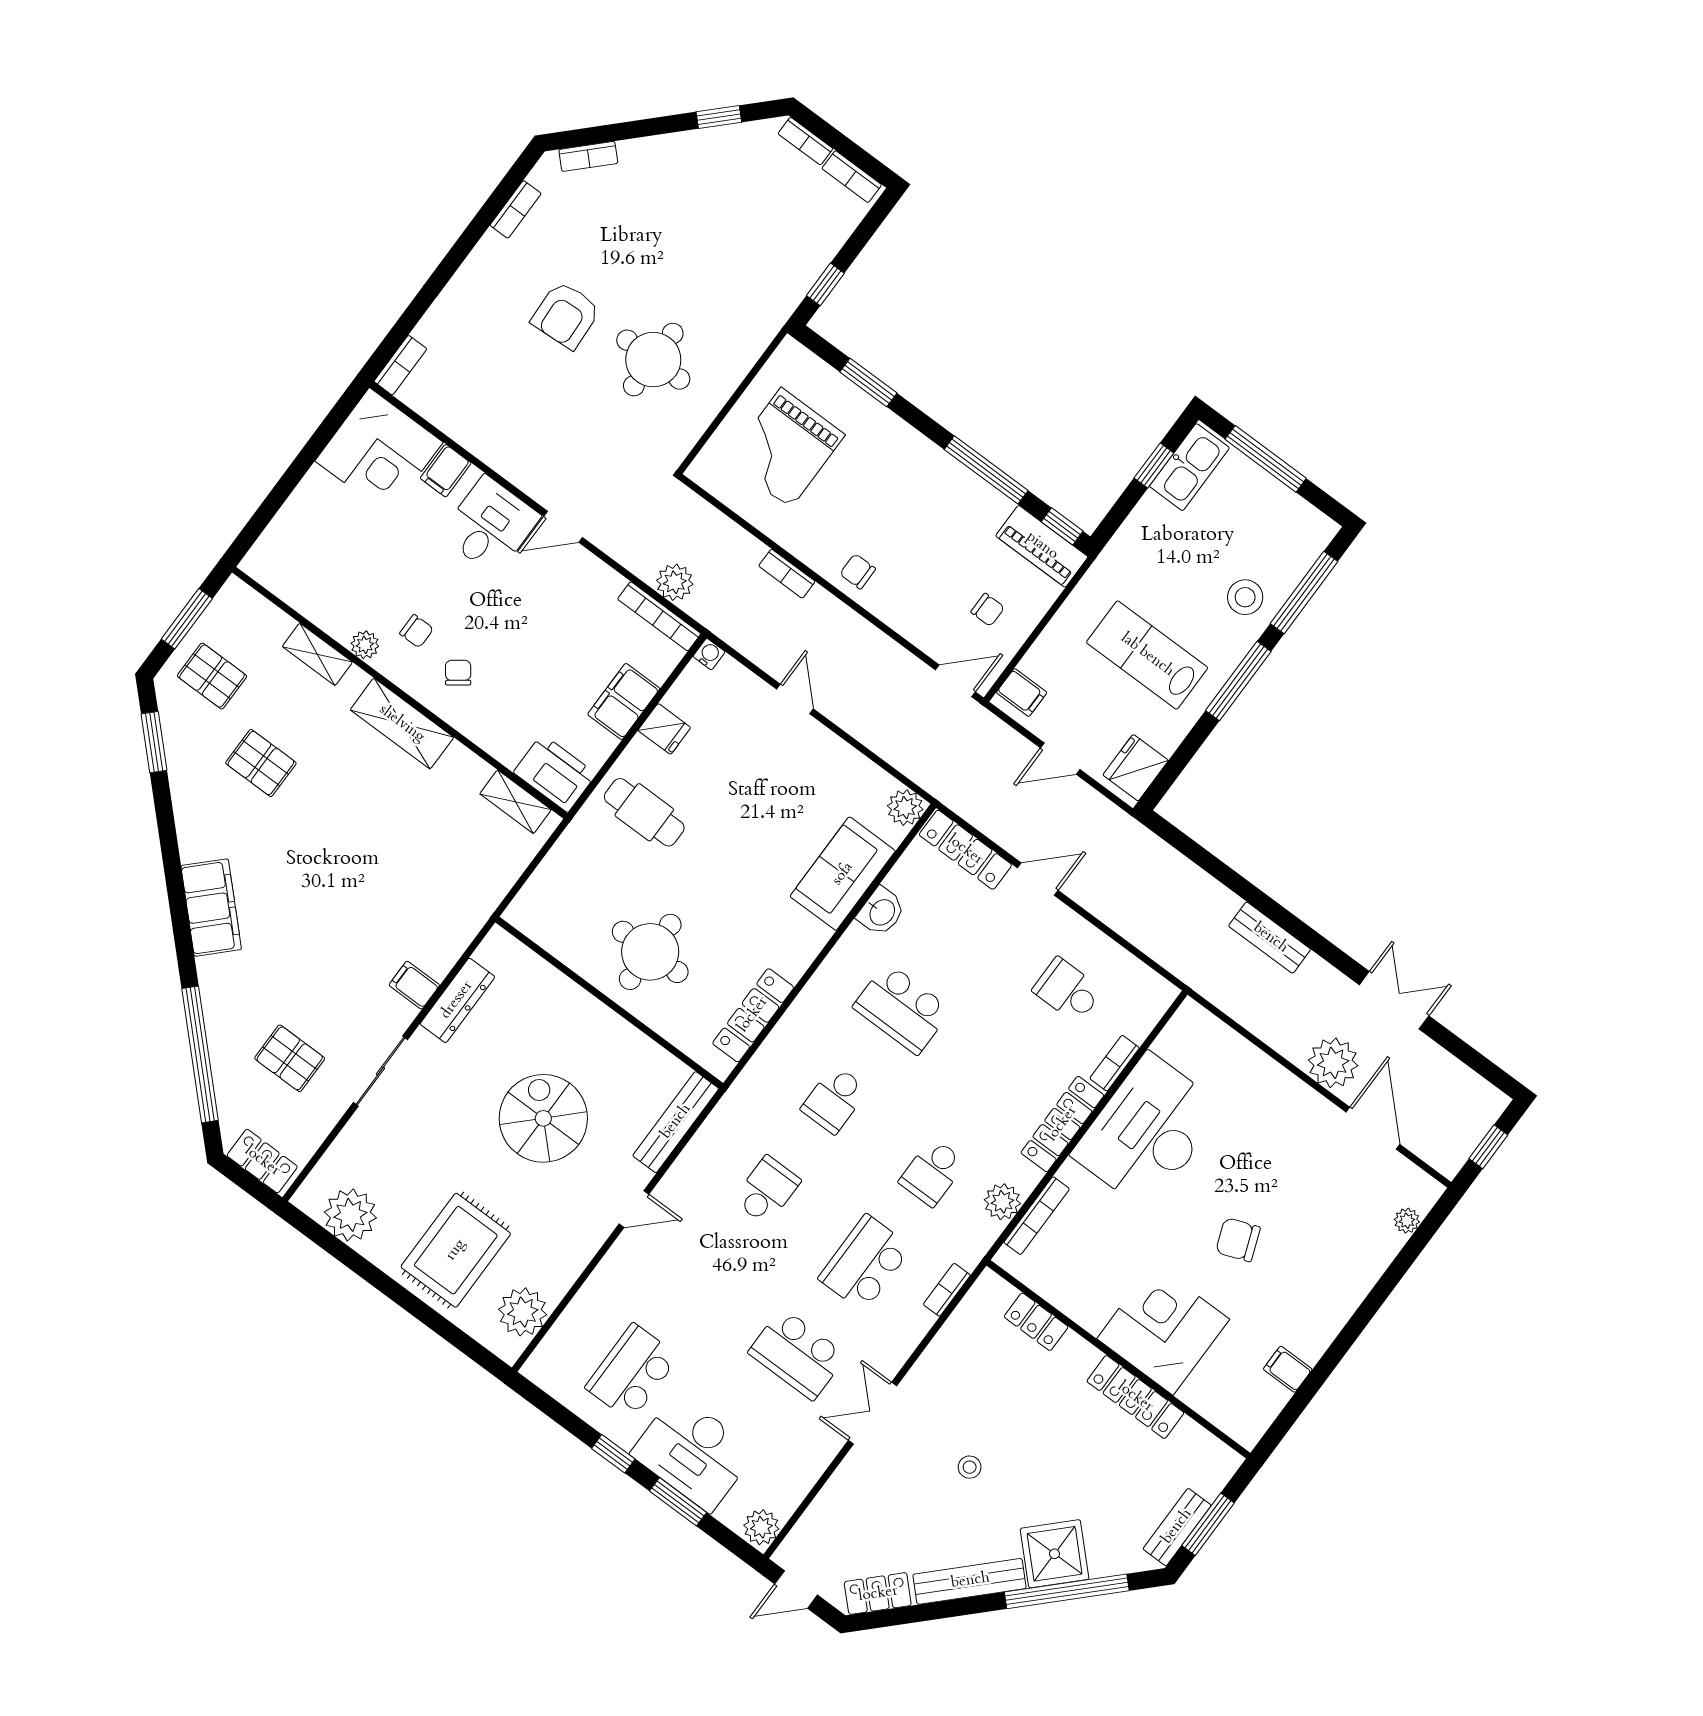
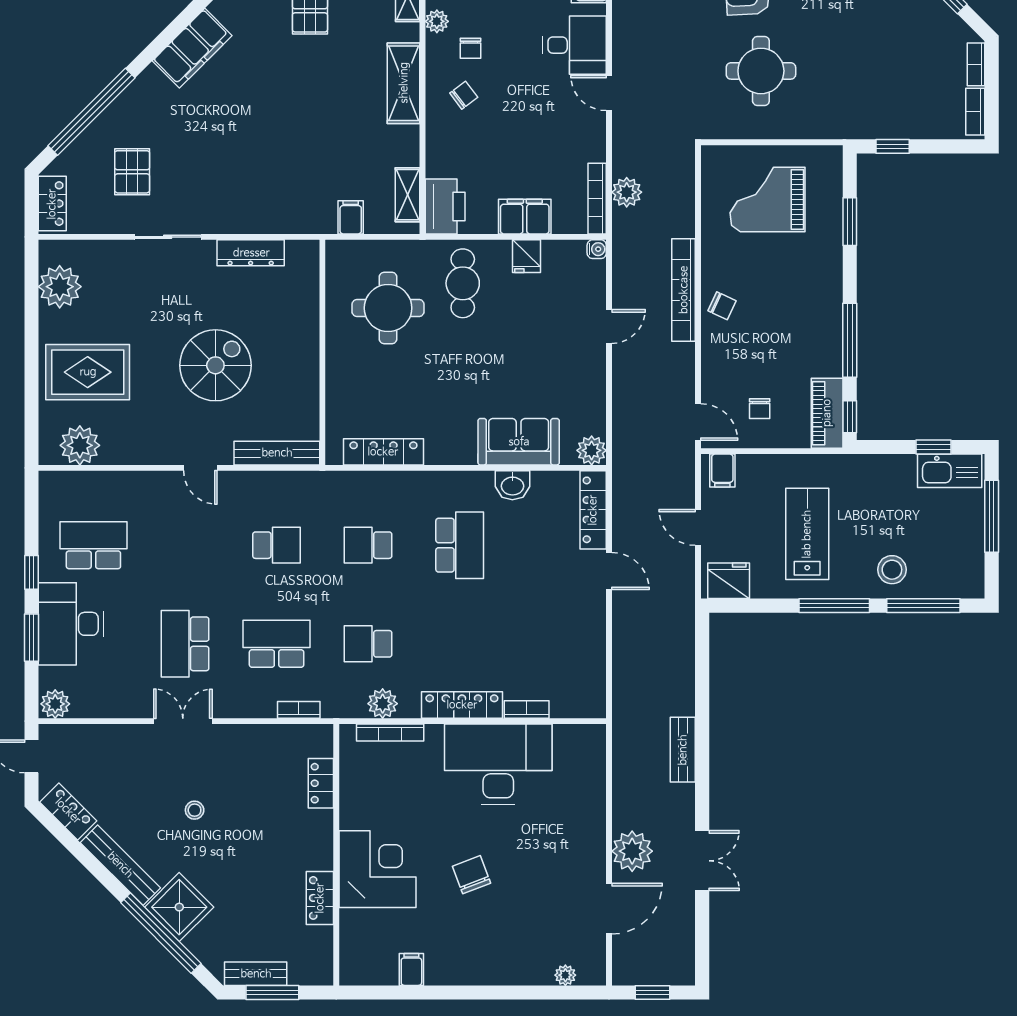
chair: (858, 571) -> (722, 306), turned 115
bookcase: (787, 574) -> (684, 290), width x2.31, depth x1.31
round table: (650, 952) -> (388, 308), moved
filing cabinet: (414, 985) -> (351, 217), moved
school desk: (1067, 990) -> (551, 644), removed
school desk: (902, 1008) -> (460, 545), turned 180
locker: (1135, 1397) -> (320, 898), width x0.66

